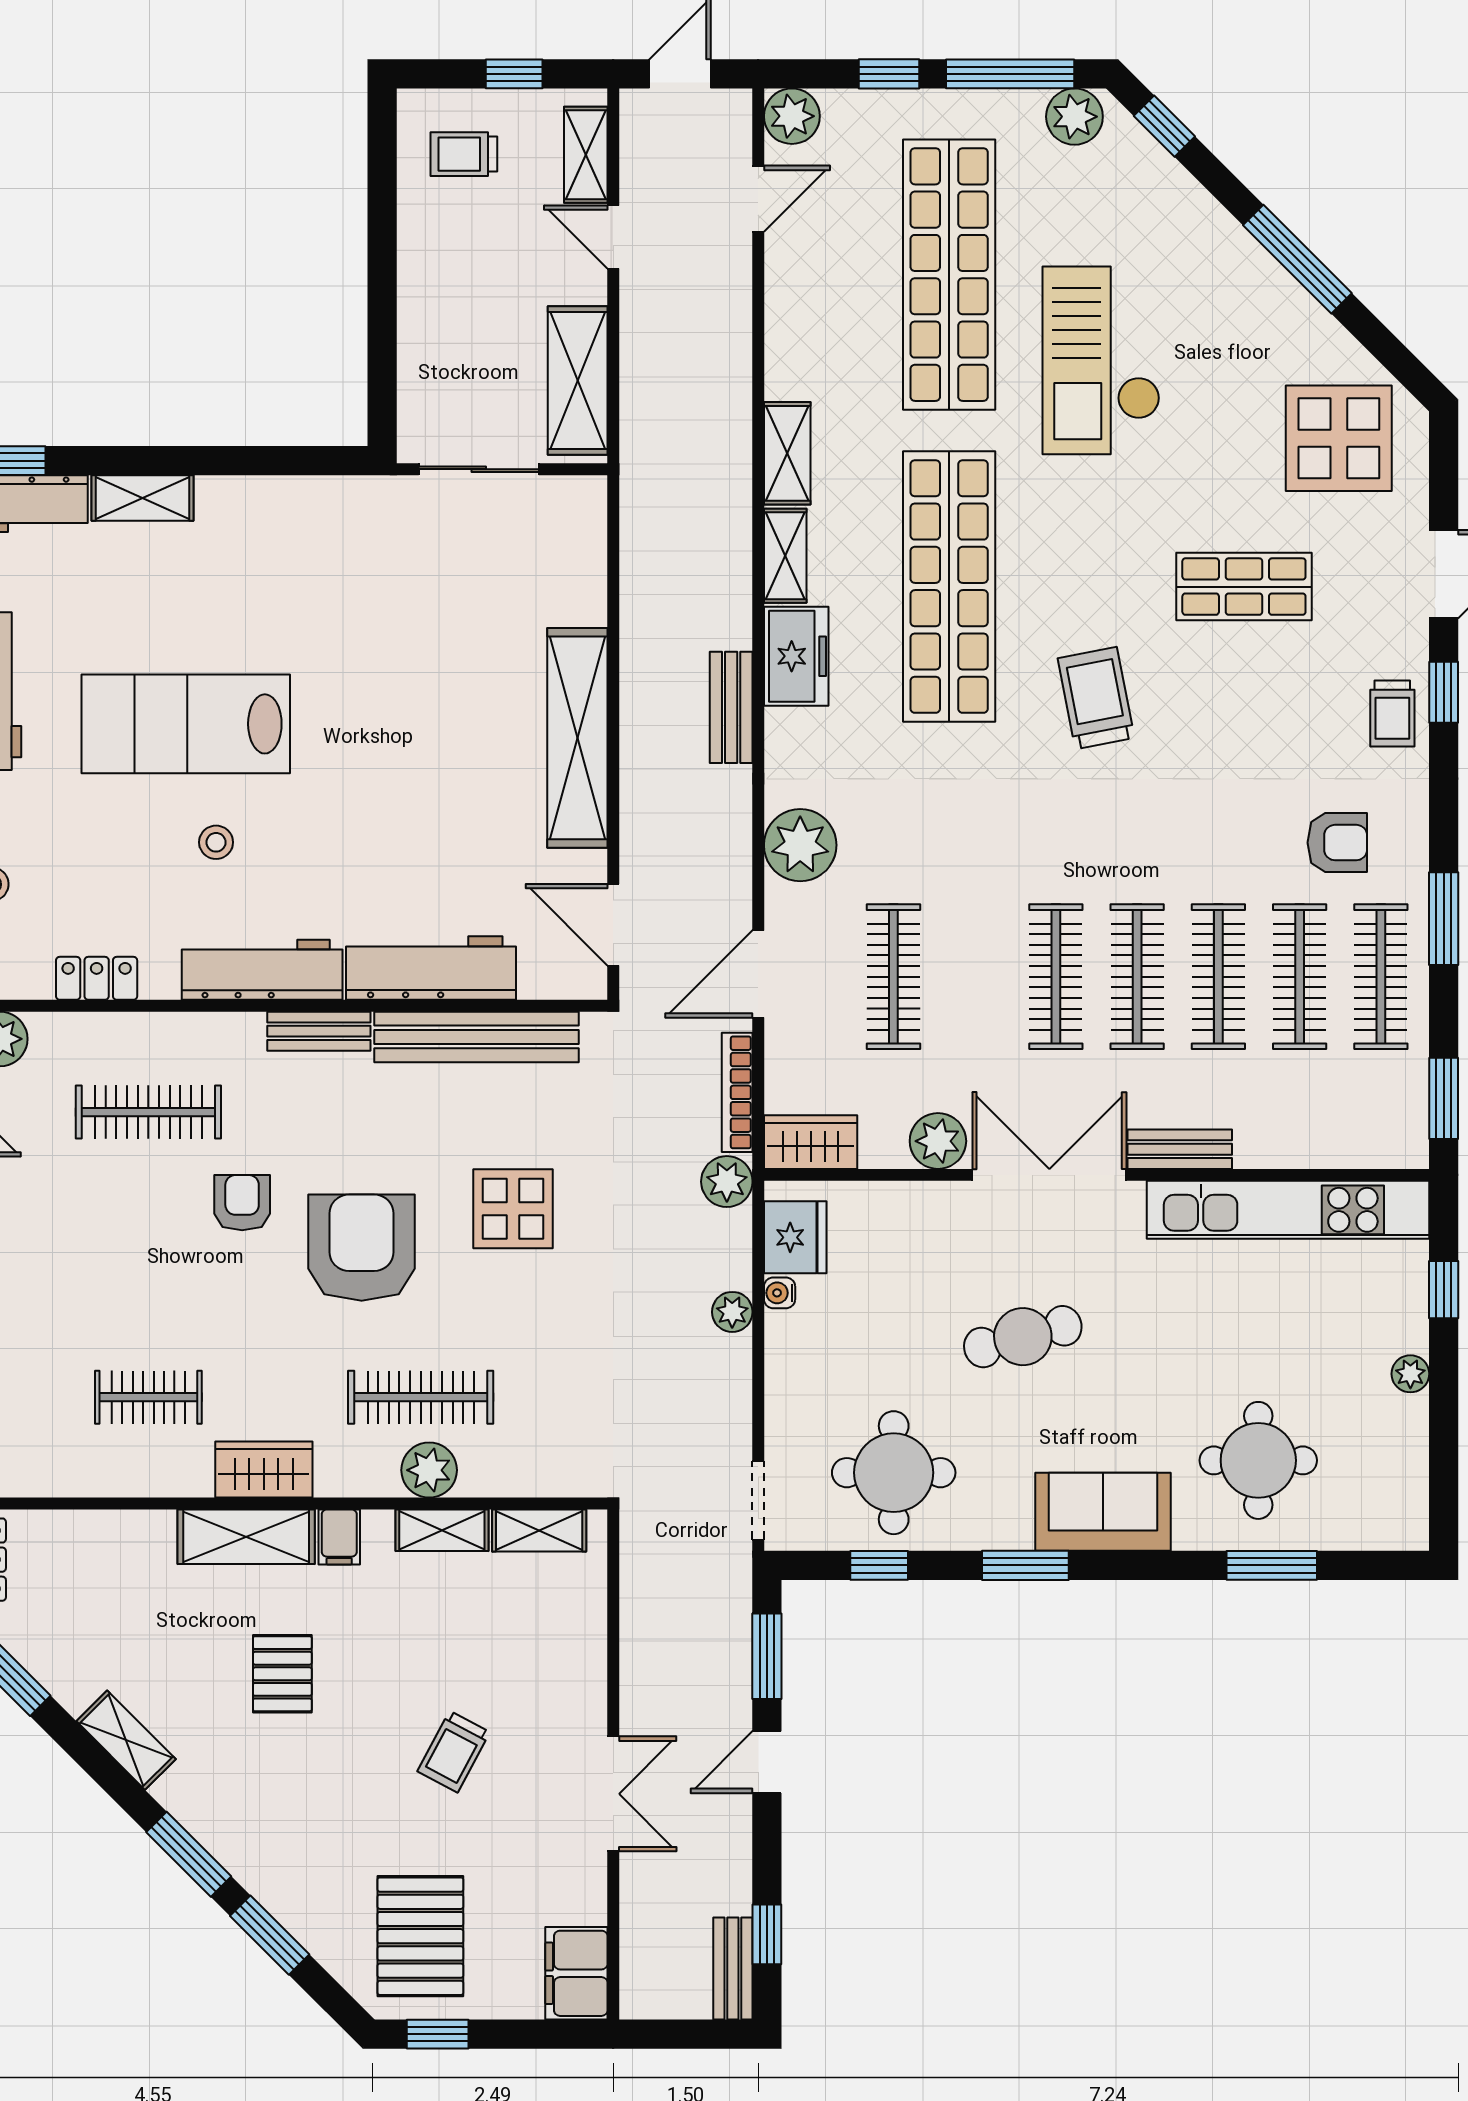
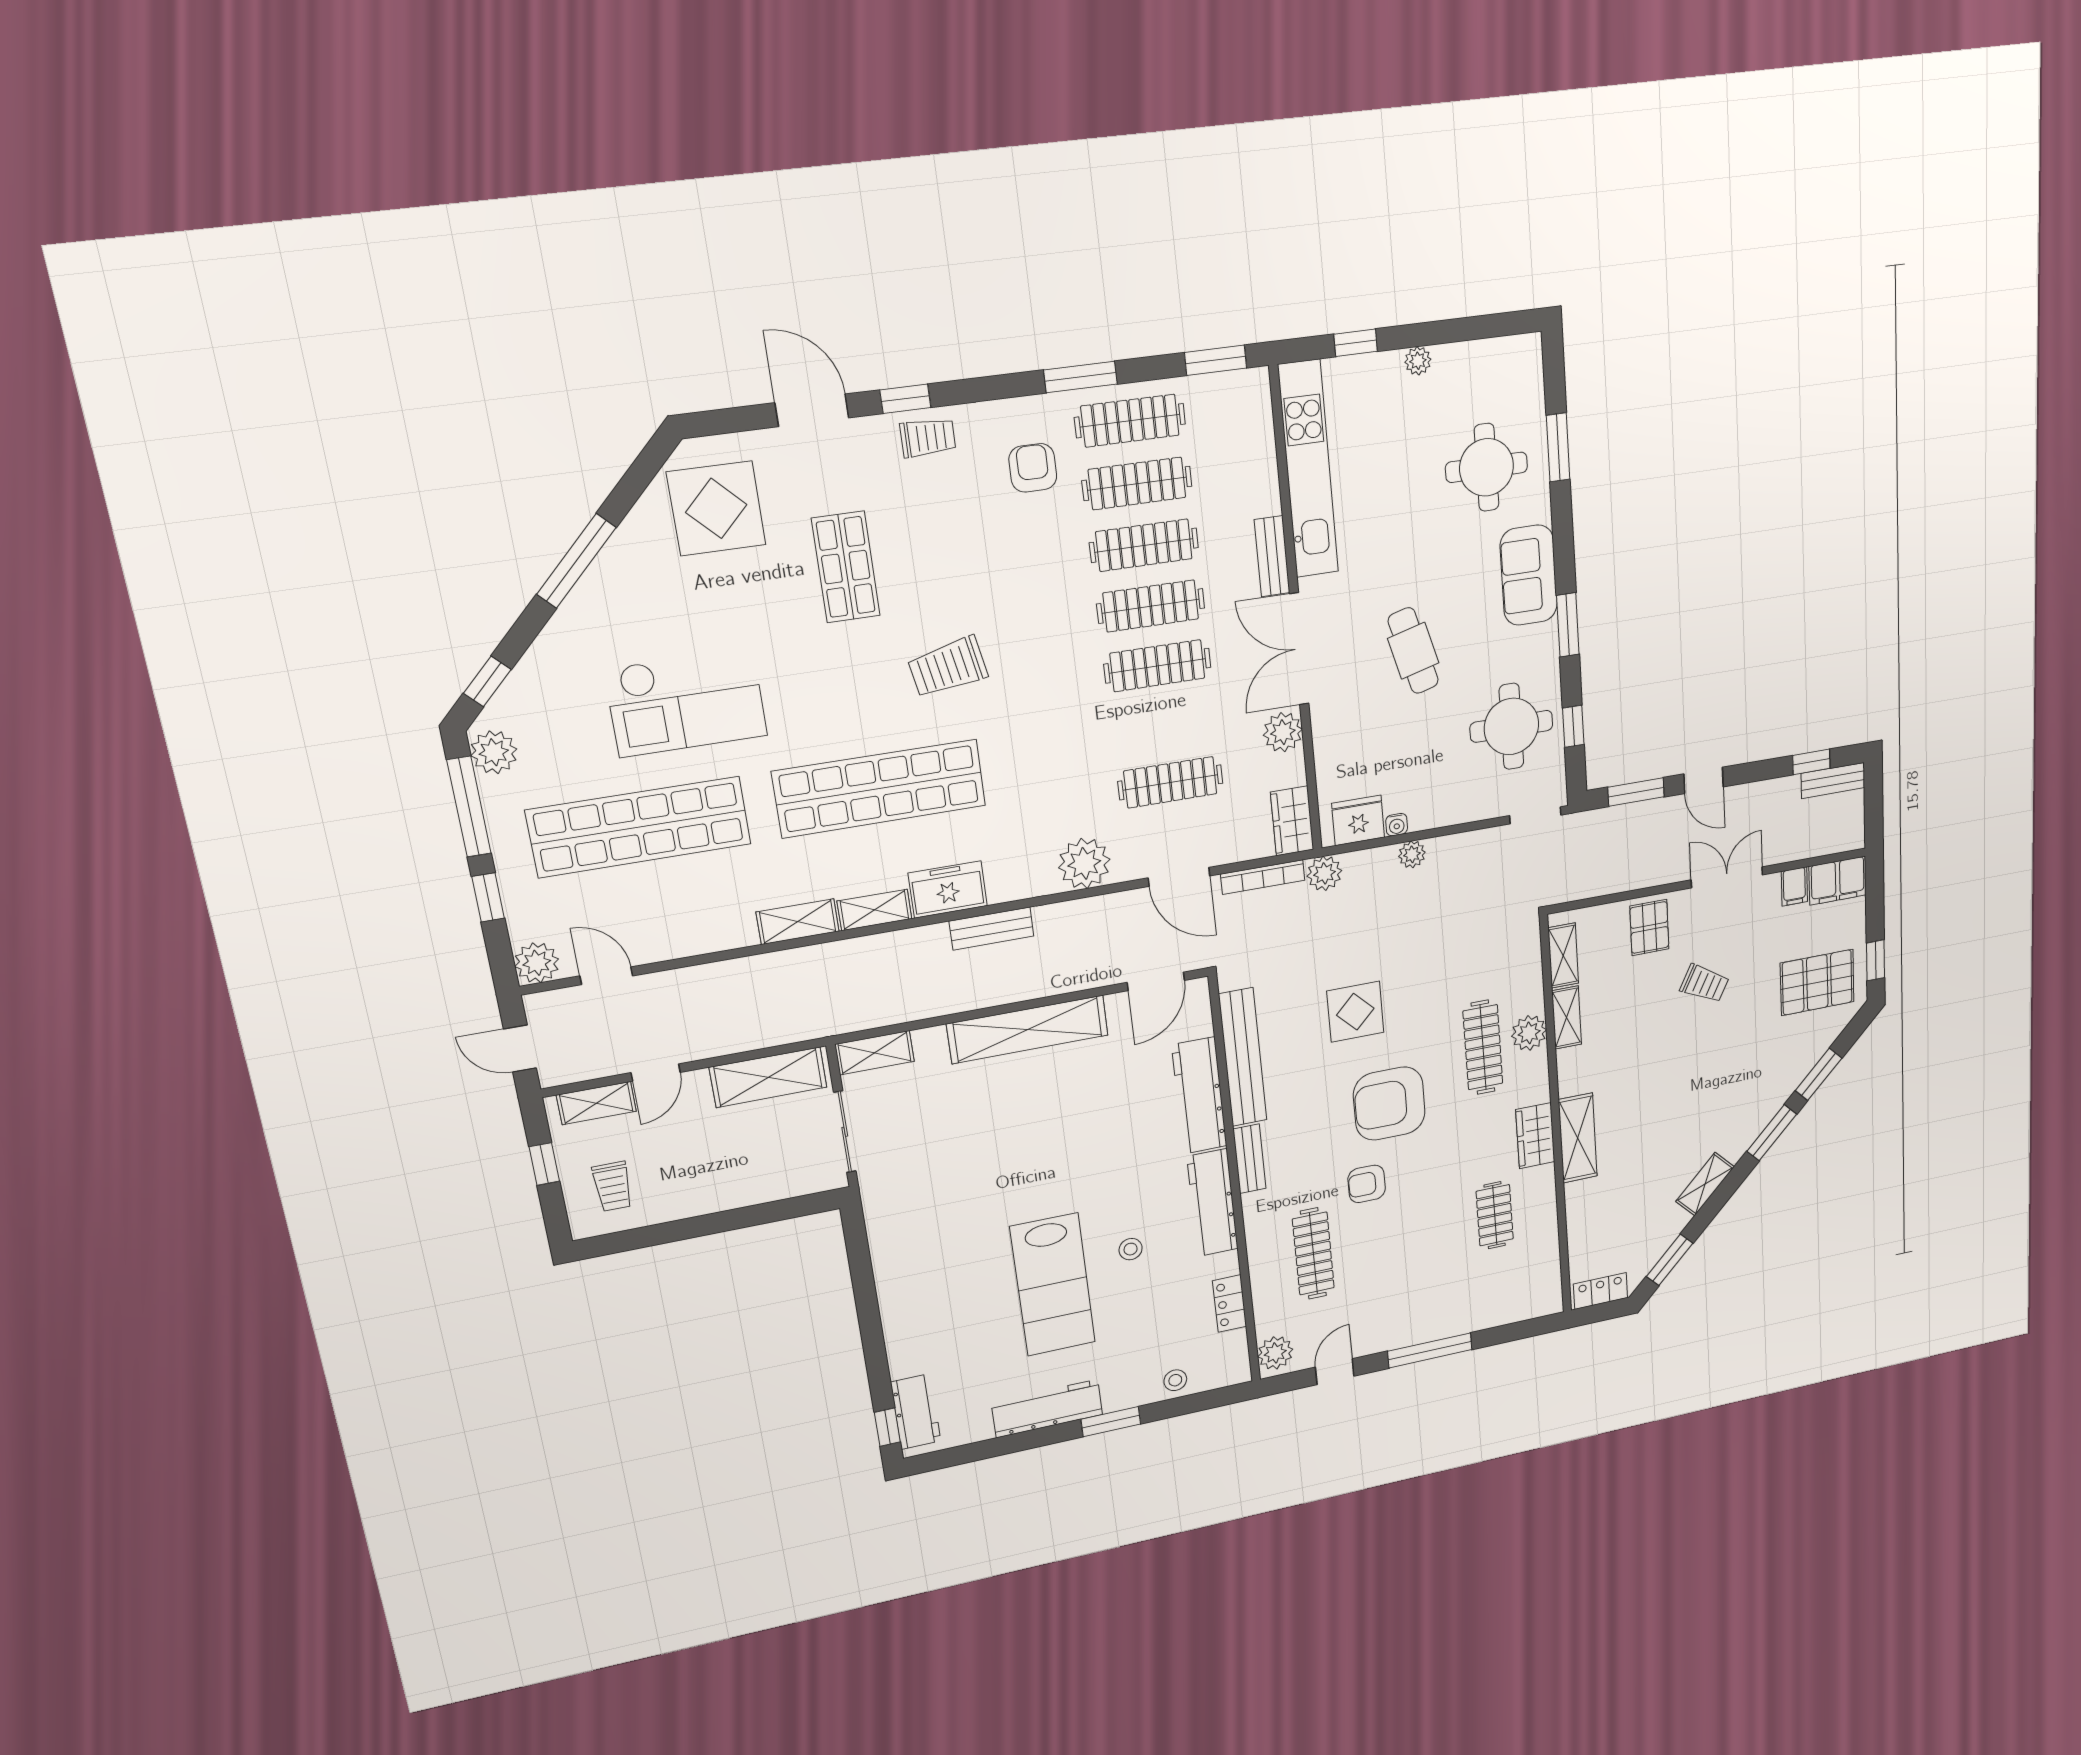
shelving: (142, 498) -> (875, 1053), moved, turned 90
filing cabinet: (339, 1537) -> (1794, 886), moved, turned 90
pallet: (282, 1674) -> (1649, 927), moved, turned 90

